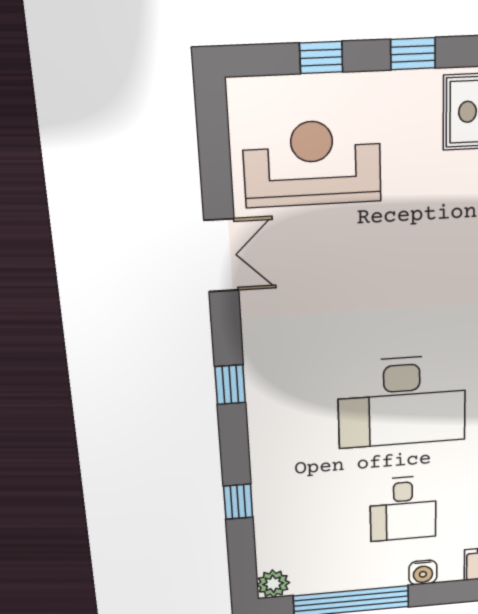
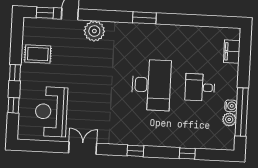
desk: (403, 508) -> (200, 87), turned 180
water cooler: (423, 572) -> (231, 106), moved
plant: (273, 584) -> (229, 119), moved

